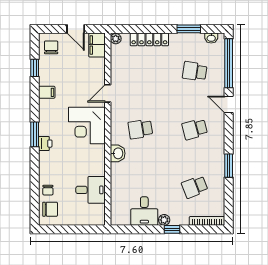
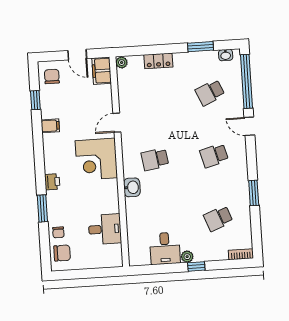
locker: (149, 39) -> (158, 61), width x0.66
school desk: (195, 71) -> (210, 93), turned -33
window: (35, 134) -> (42, 208), moved
bookcase: (207, 221) -> (241, 254), width x0.64

